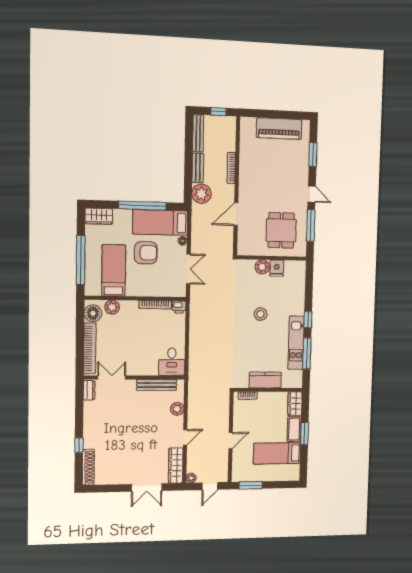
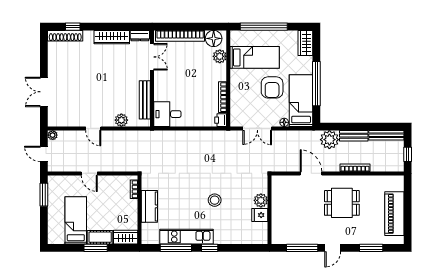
dining table: (281, 230) -> (342, 203), moved
window: (79, 445) -> (73, 27), moved
wardrobe: (176, 465) -> (112, 37), moved, turned 180

